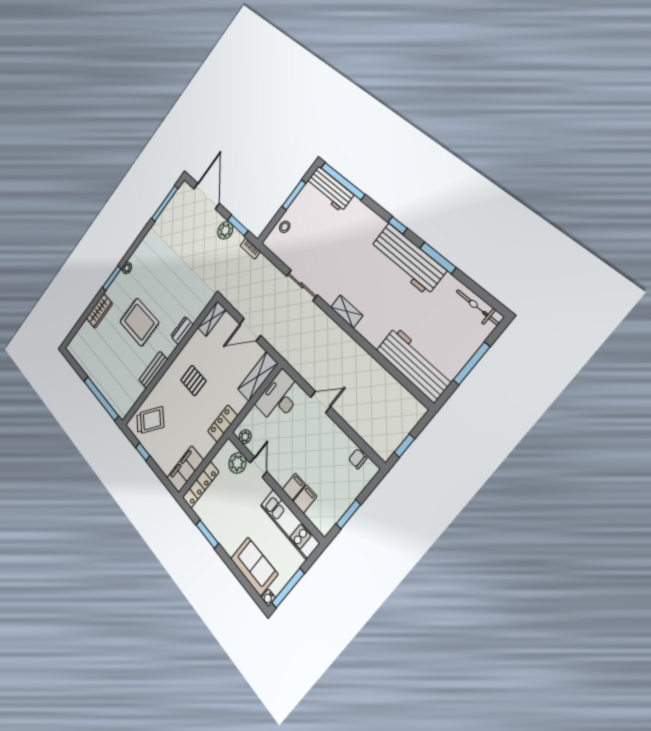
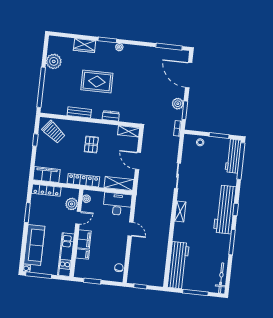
door: (206, 196) -> (189, 75), swing flipped
workbench: (408, 259) -> (225, 209), moved
rug: (139, 322) -> (97, 82), turned 90
plant: (89, 362) -> (54, 61), added
locker: (223, 424) -> (83, 180), width x1.53
filing cabinet: (294, 487) -> (84, 239), width x2.00
sofa: (254, 566) -> (34, 245), width x1.36

